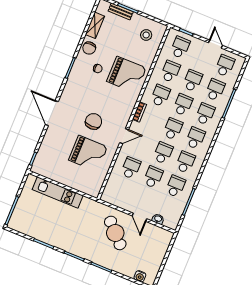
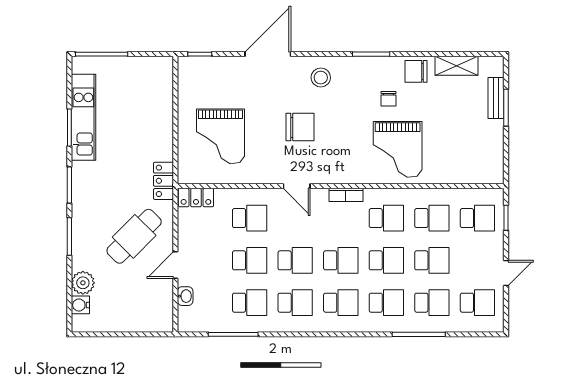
stool: (146, 35) -> (321, 78), moved
door: (52, 113) -> (268, 54), moved
grand piano: (88, 153) -> (221, 136), moved
locker: (108, 192) -> (196, 198), added
kitchen unit: (58, 193) -> (83, 117), moved, turned 180
locker: (92, 205) -> (163, 181), added
plant: (129, 270) -> (83, 283), added

